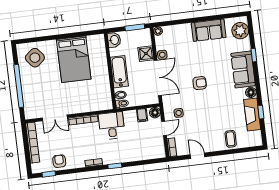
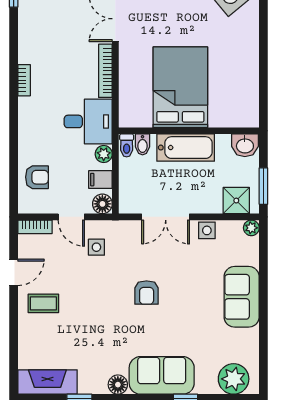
sofa: (209, 30) -> (242, 297), moved
shower: (146, 54) -> (236, 201), moved
bed: (74, 59) -> (180, 87), moved, turned 90
double door: (158, 78) -> (166, 217), width x0.73
plant: (128, 115) -> (104, 154), added
fireplace: (252, 115) -> (47, 382), moved
coffee table: (231, 139) -> (43, 303), moved
armchair: (59, 161) -> (37, 177), moved
window: (115, 166) -> (14, 118), removed

